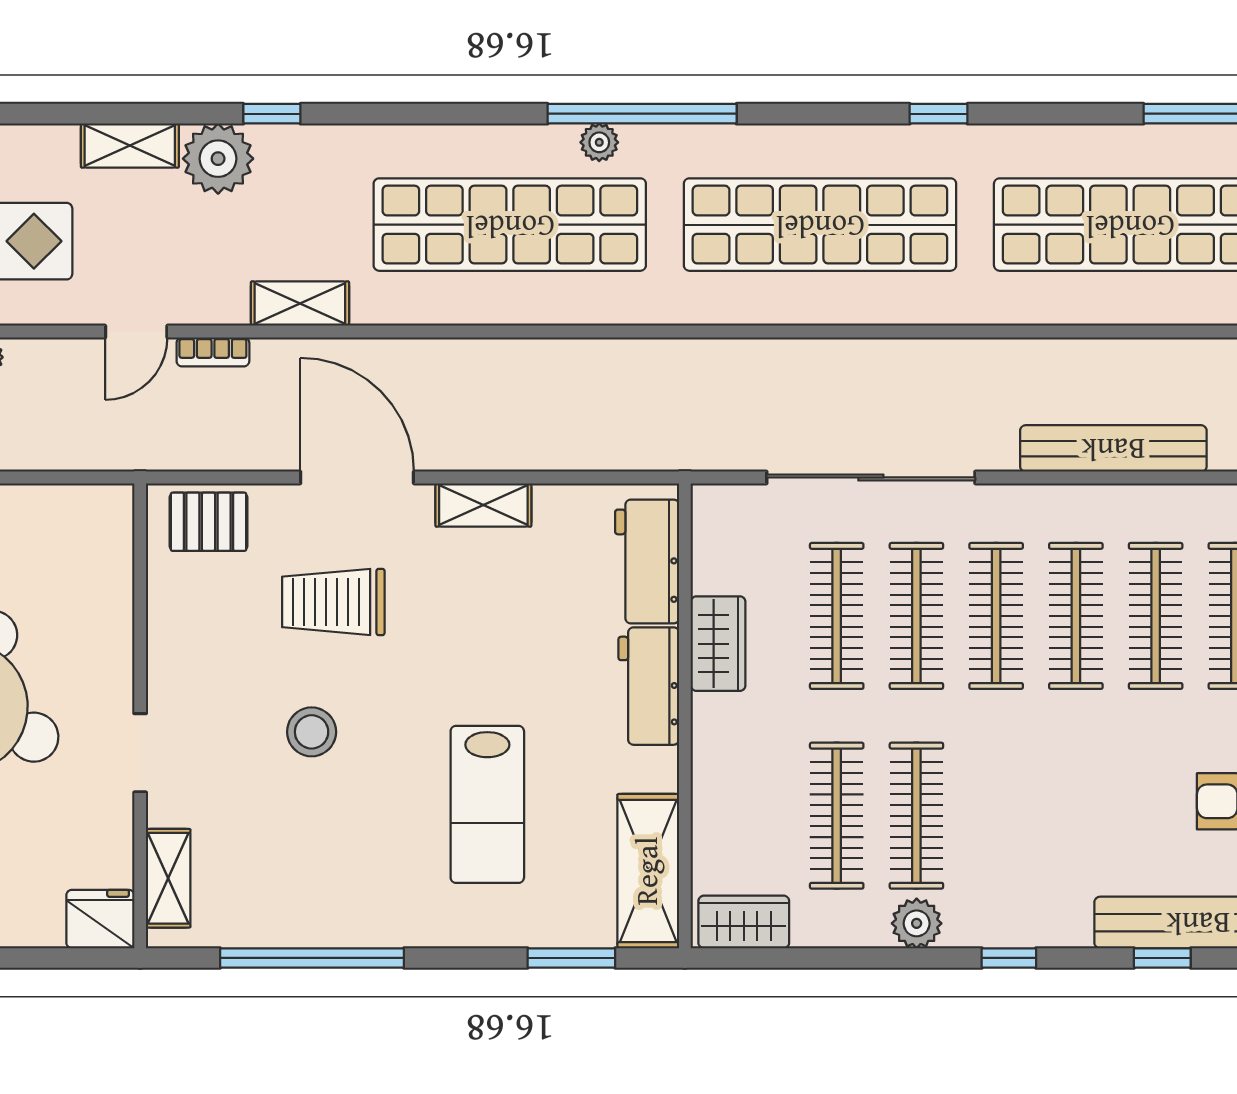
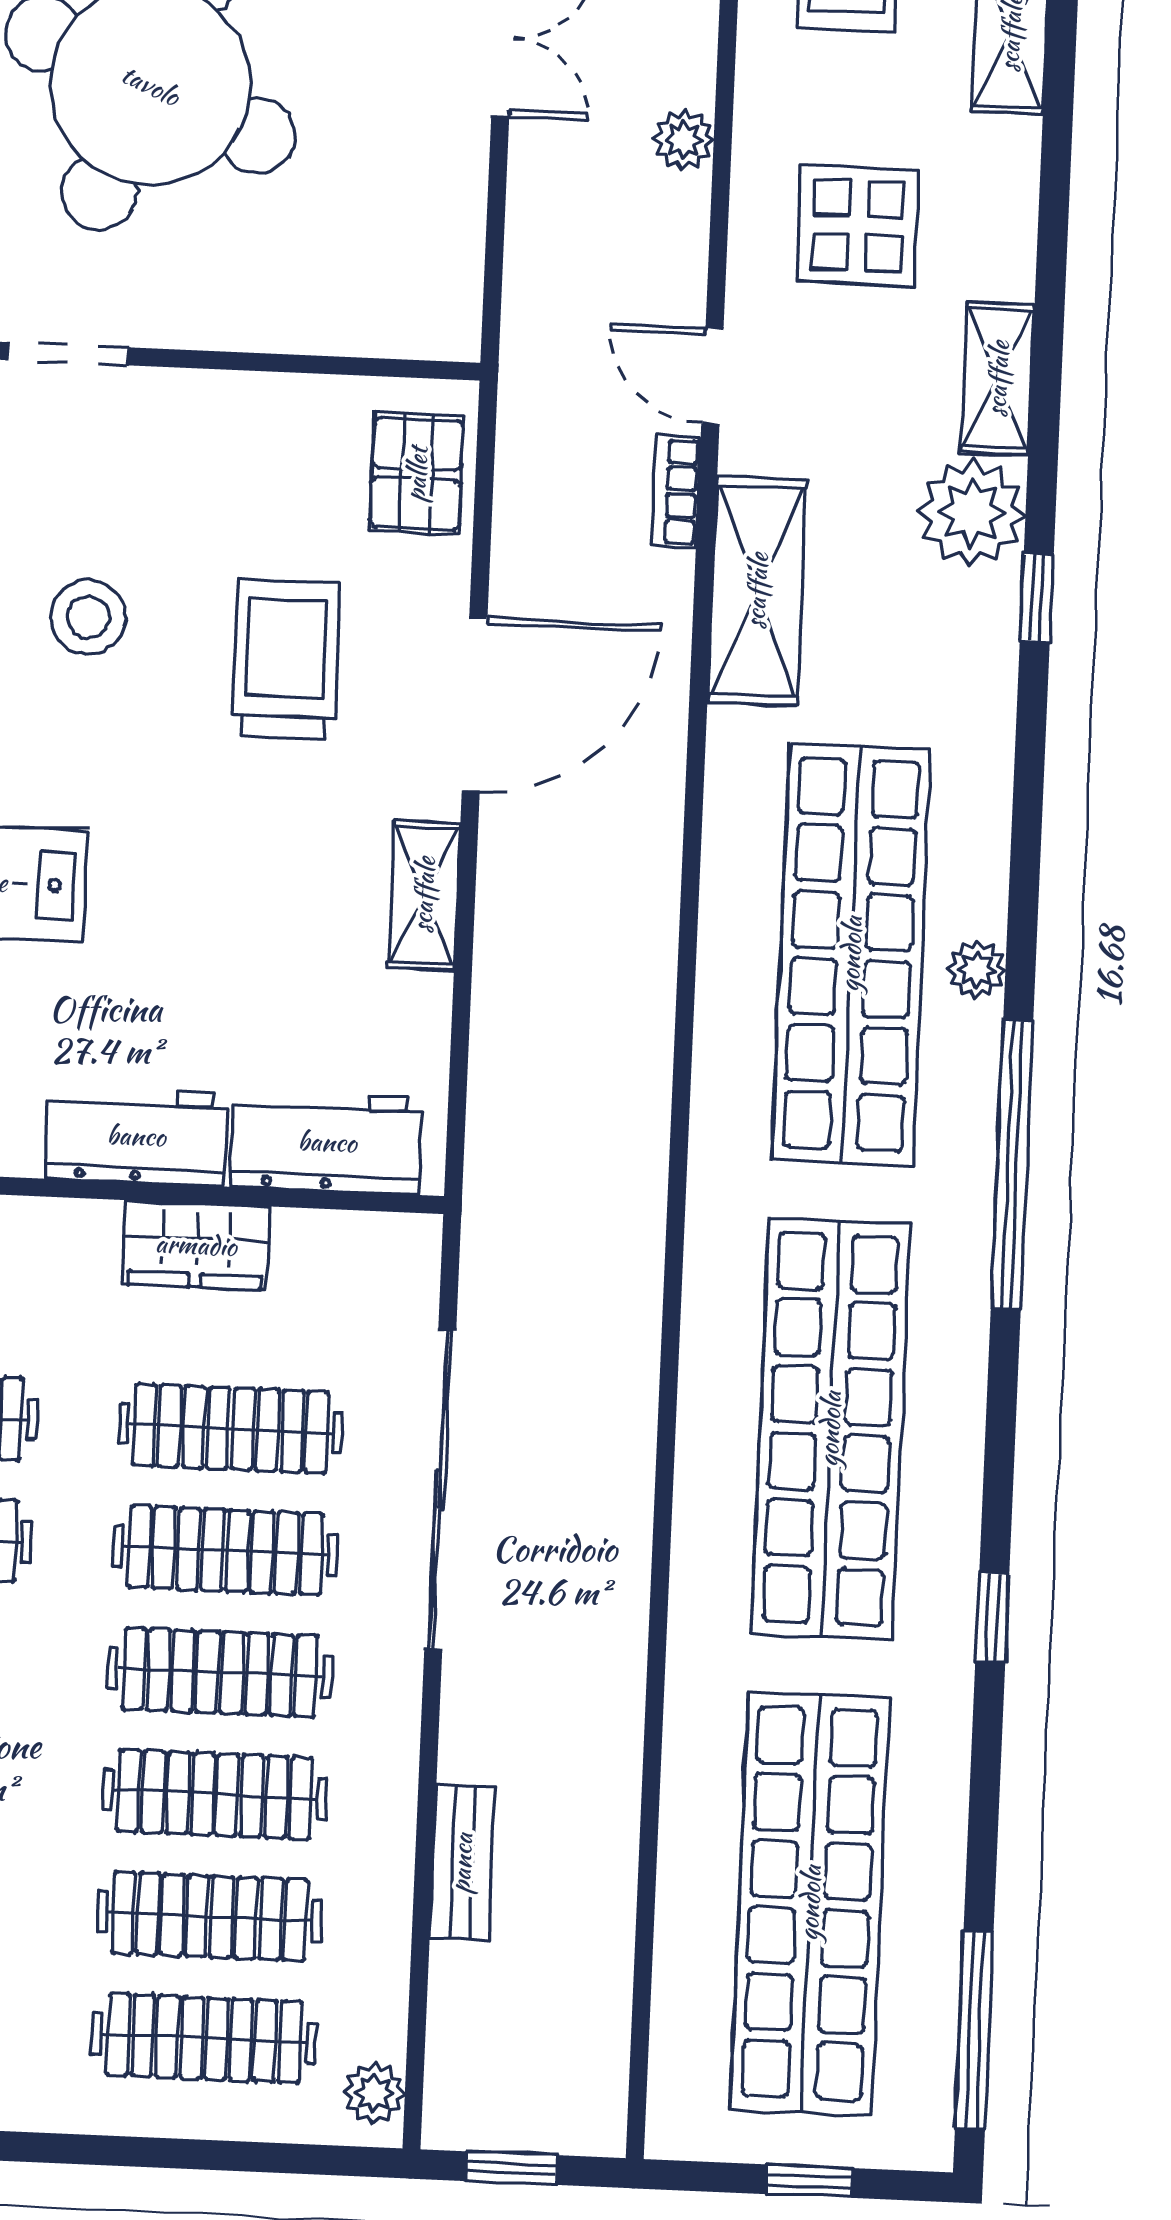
plant: (599, 142) -> (977, 970), moved
shelving: (300, 304) -> (757, 591), width x1.50, depth x1.33
bench: (1113, 448) -> (462, 1863), width x0.54, depth x0.82

